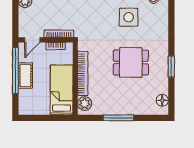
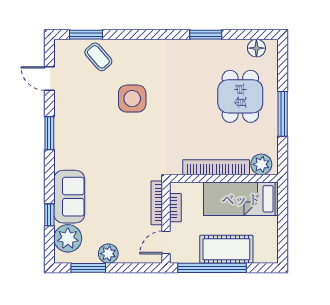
door: (32, 40) -> (166, 243), swing flipped
dining table: (131, 62) -> (240, 96), moved
cot: (25, 75) -> (226, 249), width x1.37, depth x1.34

